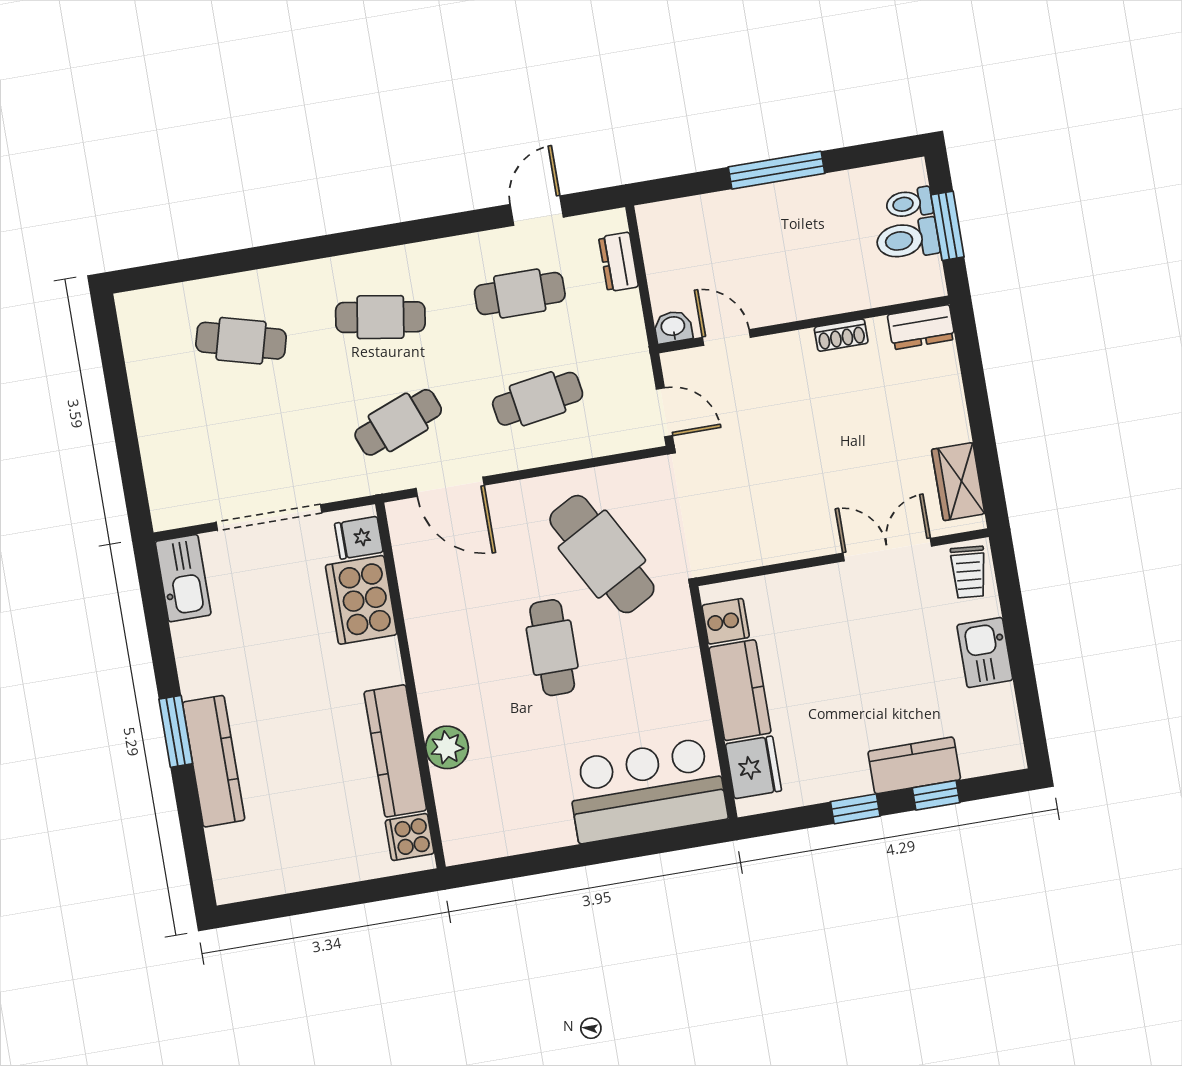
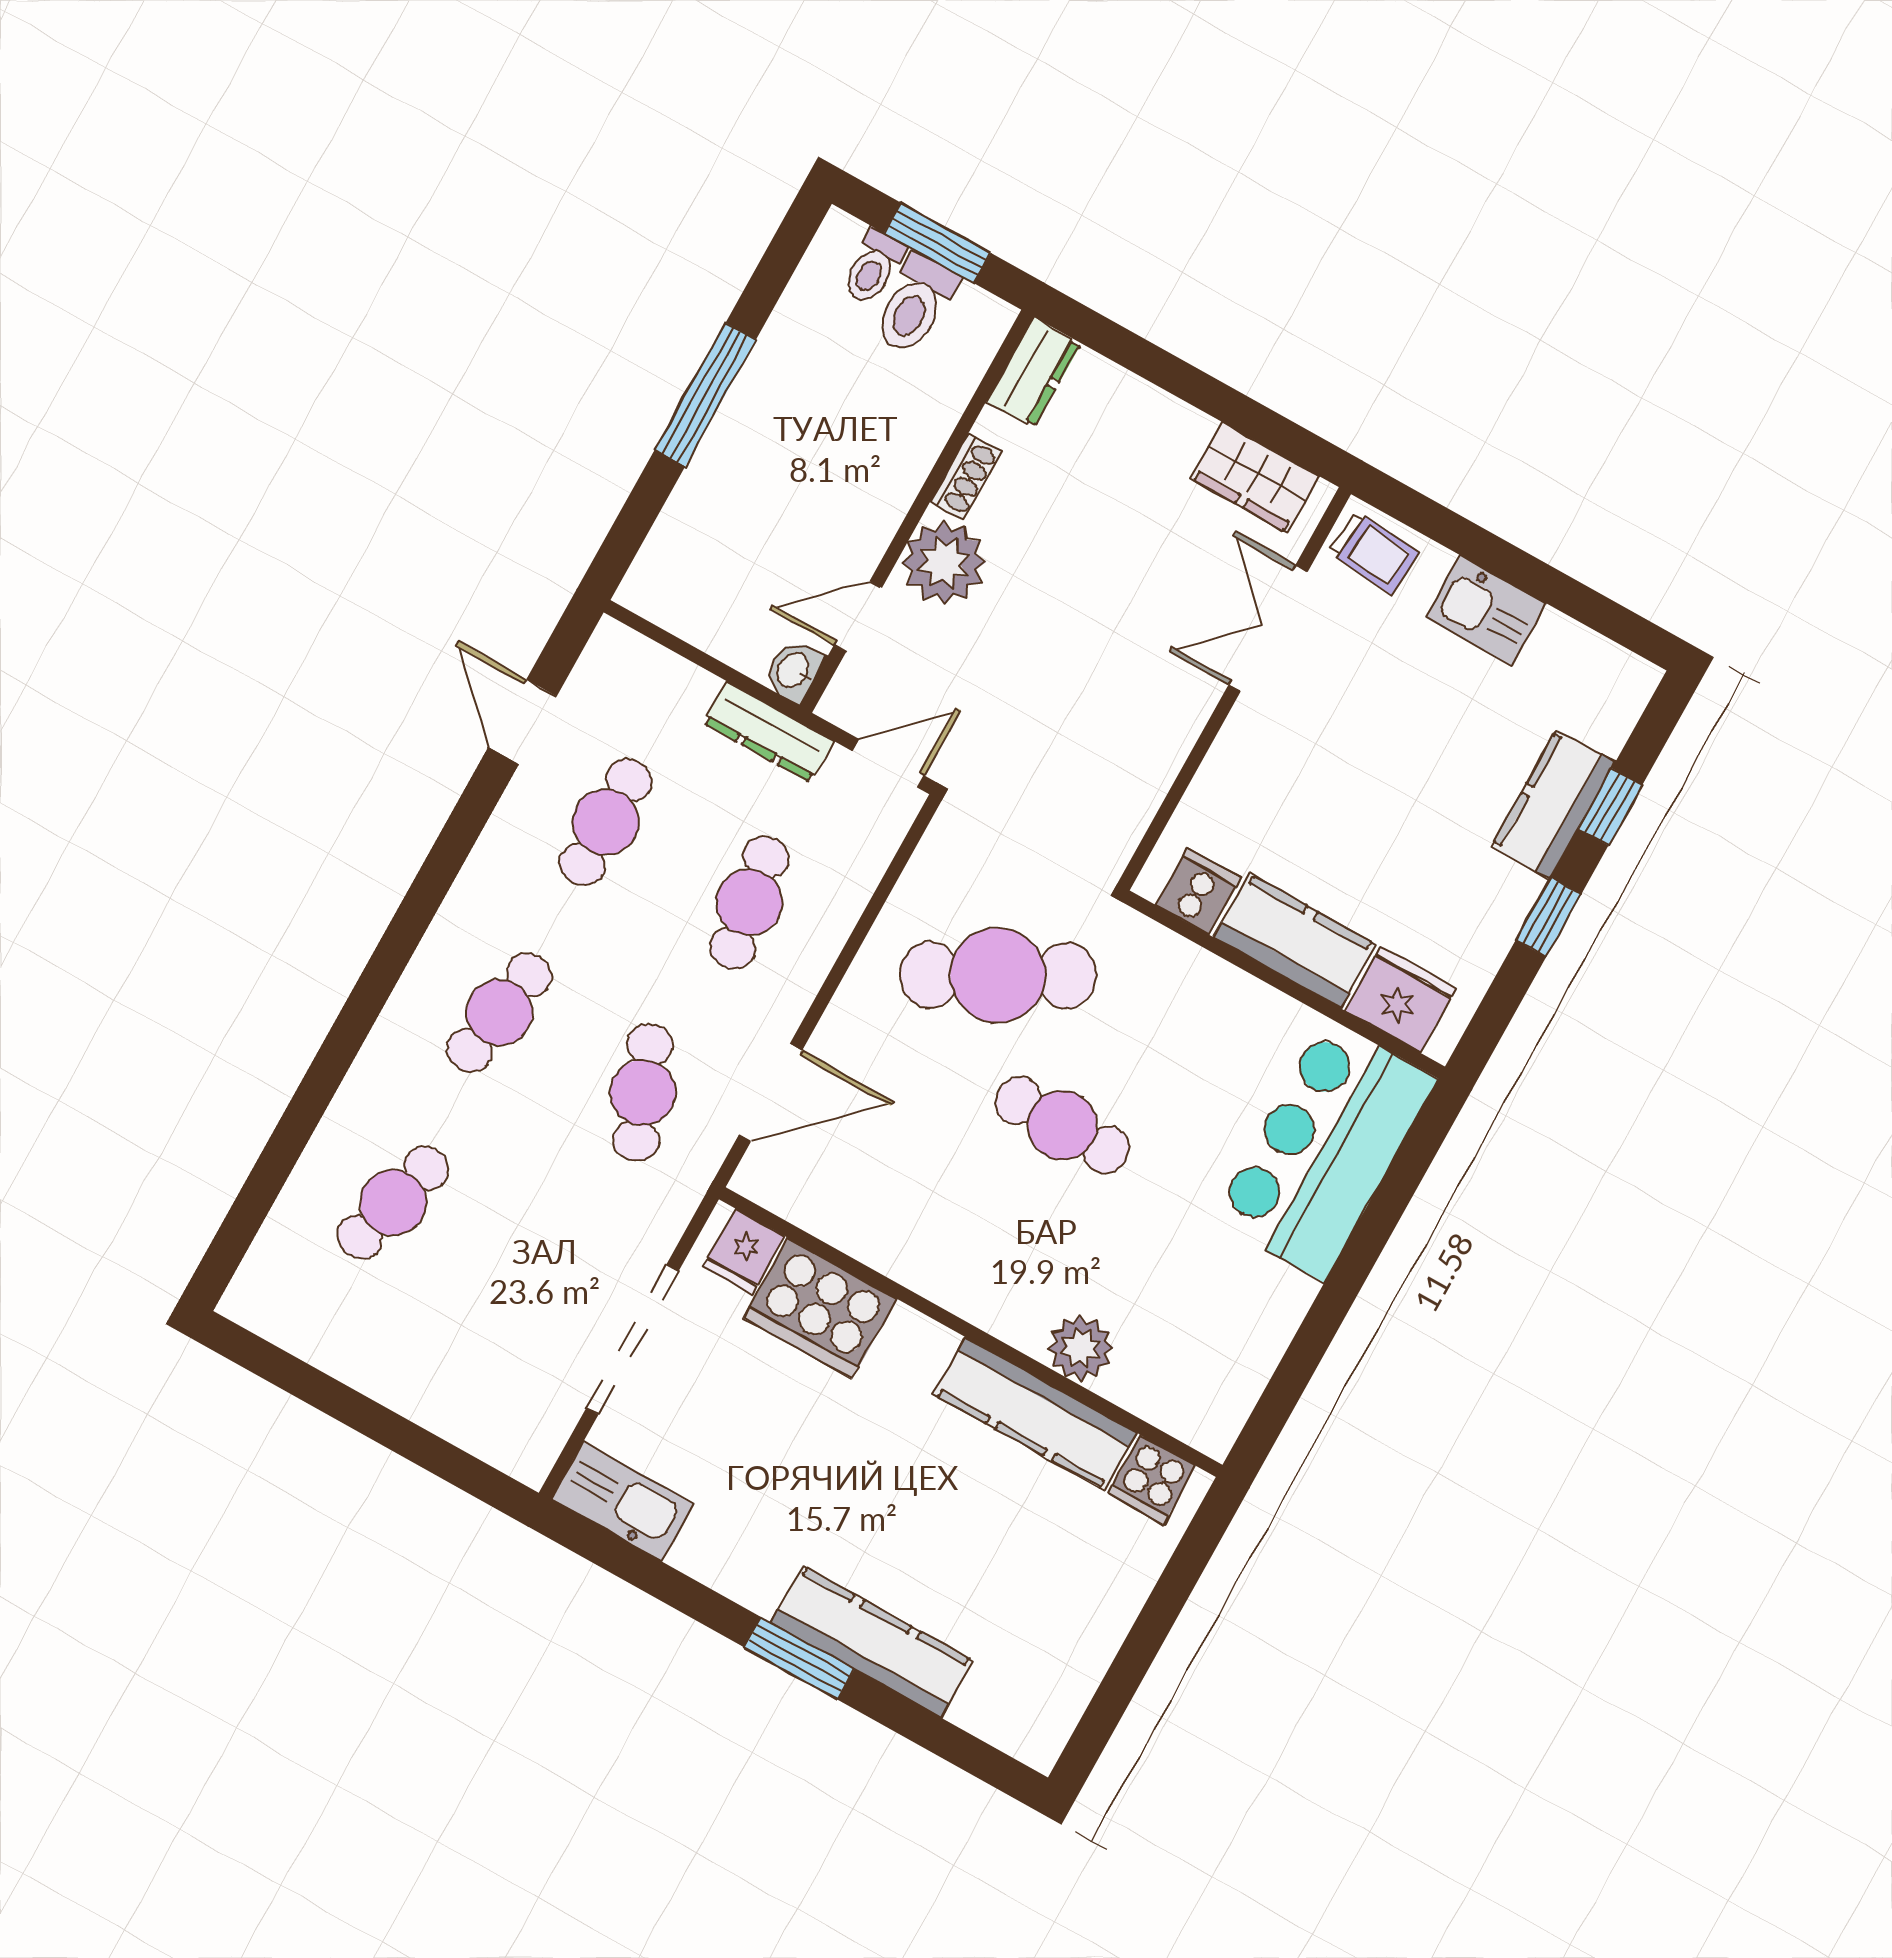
dresser: (619, 262) -> (768, 732), moved, width x1.44
plant: (789, 359) -> (944, 562), added

